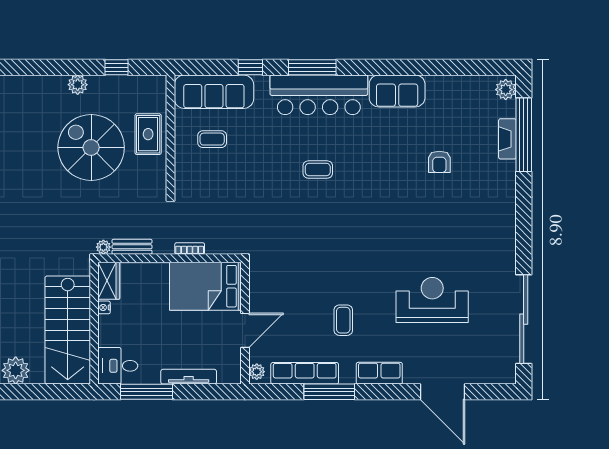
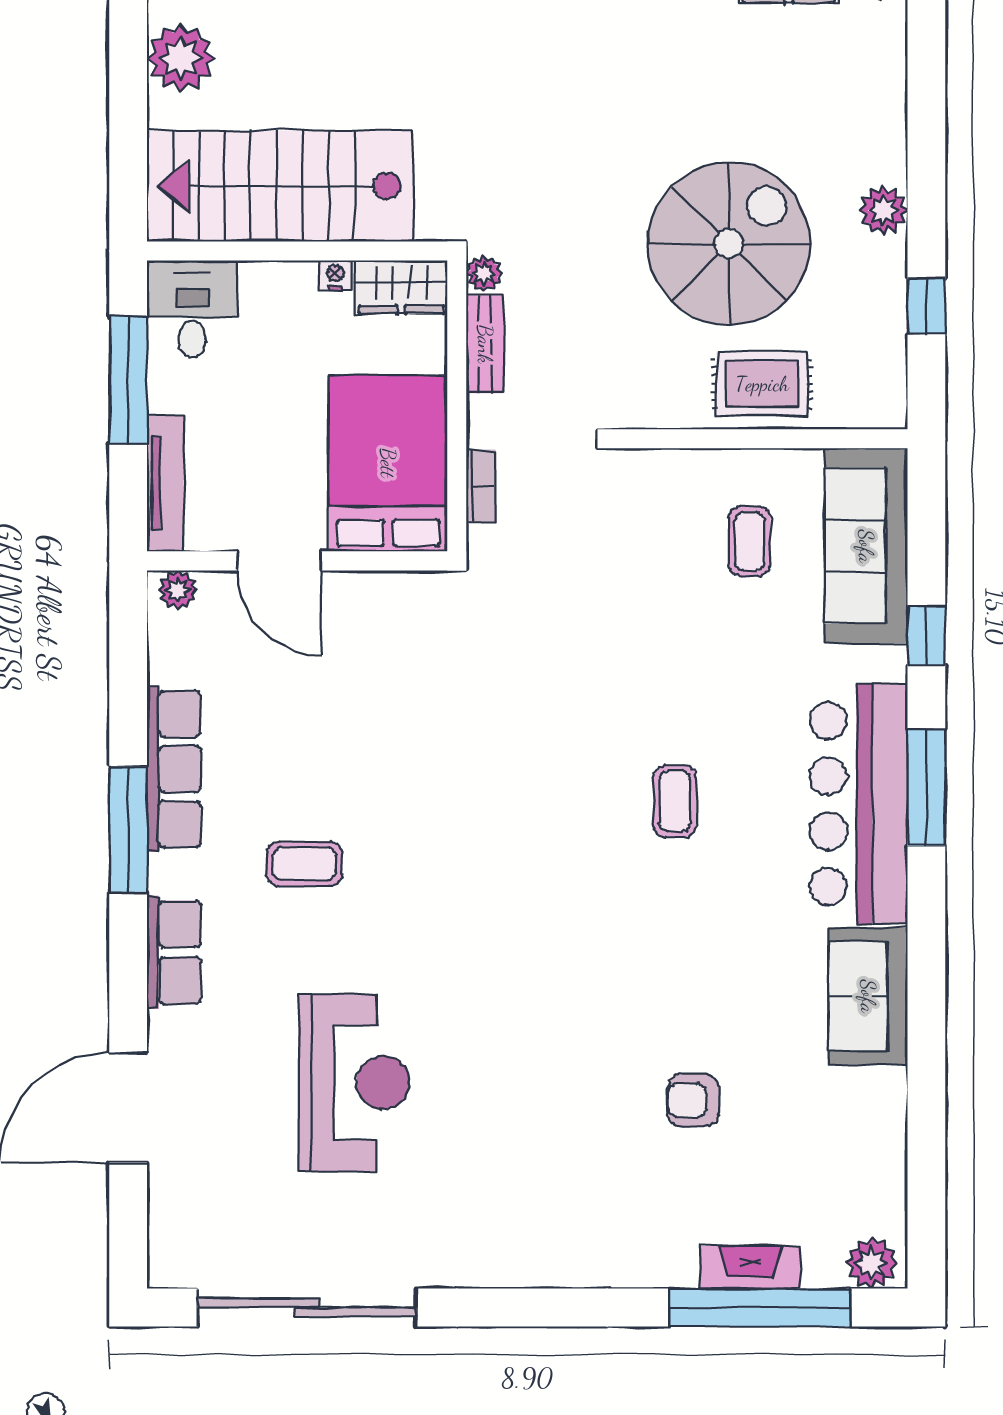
bed: (205, 286) -> (388, 463), moved
wall: (245, 323) -> (297, 561), moved
door: (245, 330) -> (279, 561), moved
plant: (257, 372) -> (178, 590), moved

